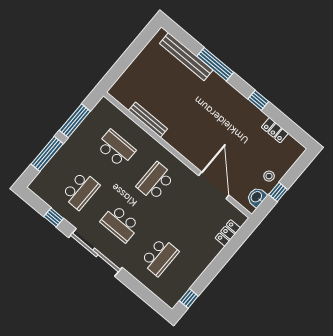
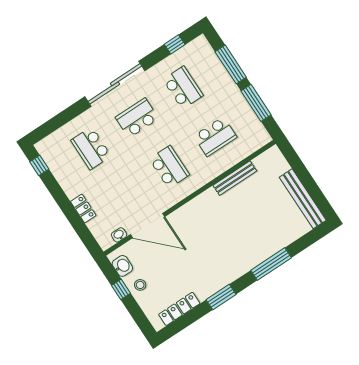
bench: (186, 57) -> (303, 199), moved, turned 90
window: (258, 100) -> (221, 297), width x1.50
locker: (275, 130) -> (179, 309), width x1.53
school desk: (81, 190) -> (183, 88), turned 180
washbasin: (230, 208) -> (119, 235), added
window: (54, 217) -> (175, 44), moved
locker: (228, 233) -> (83, 208), moved

